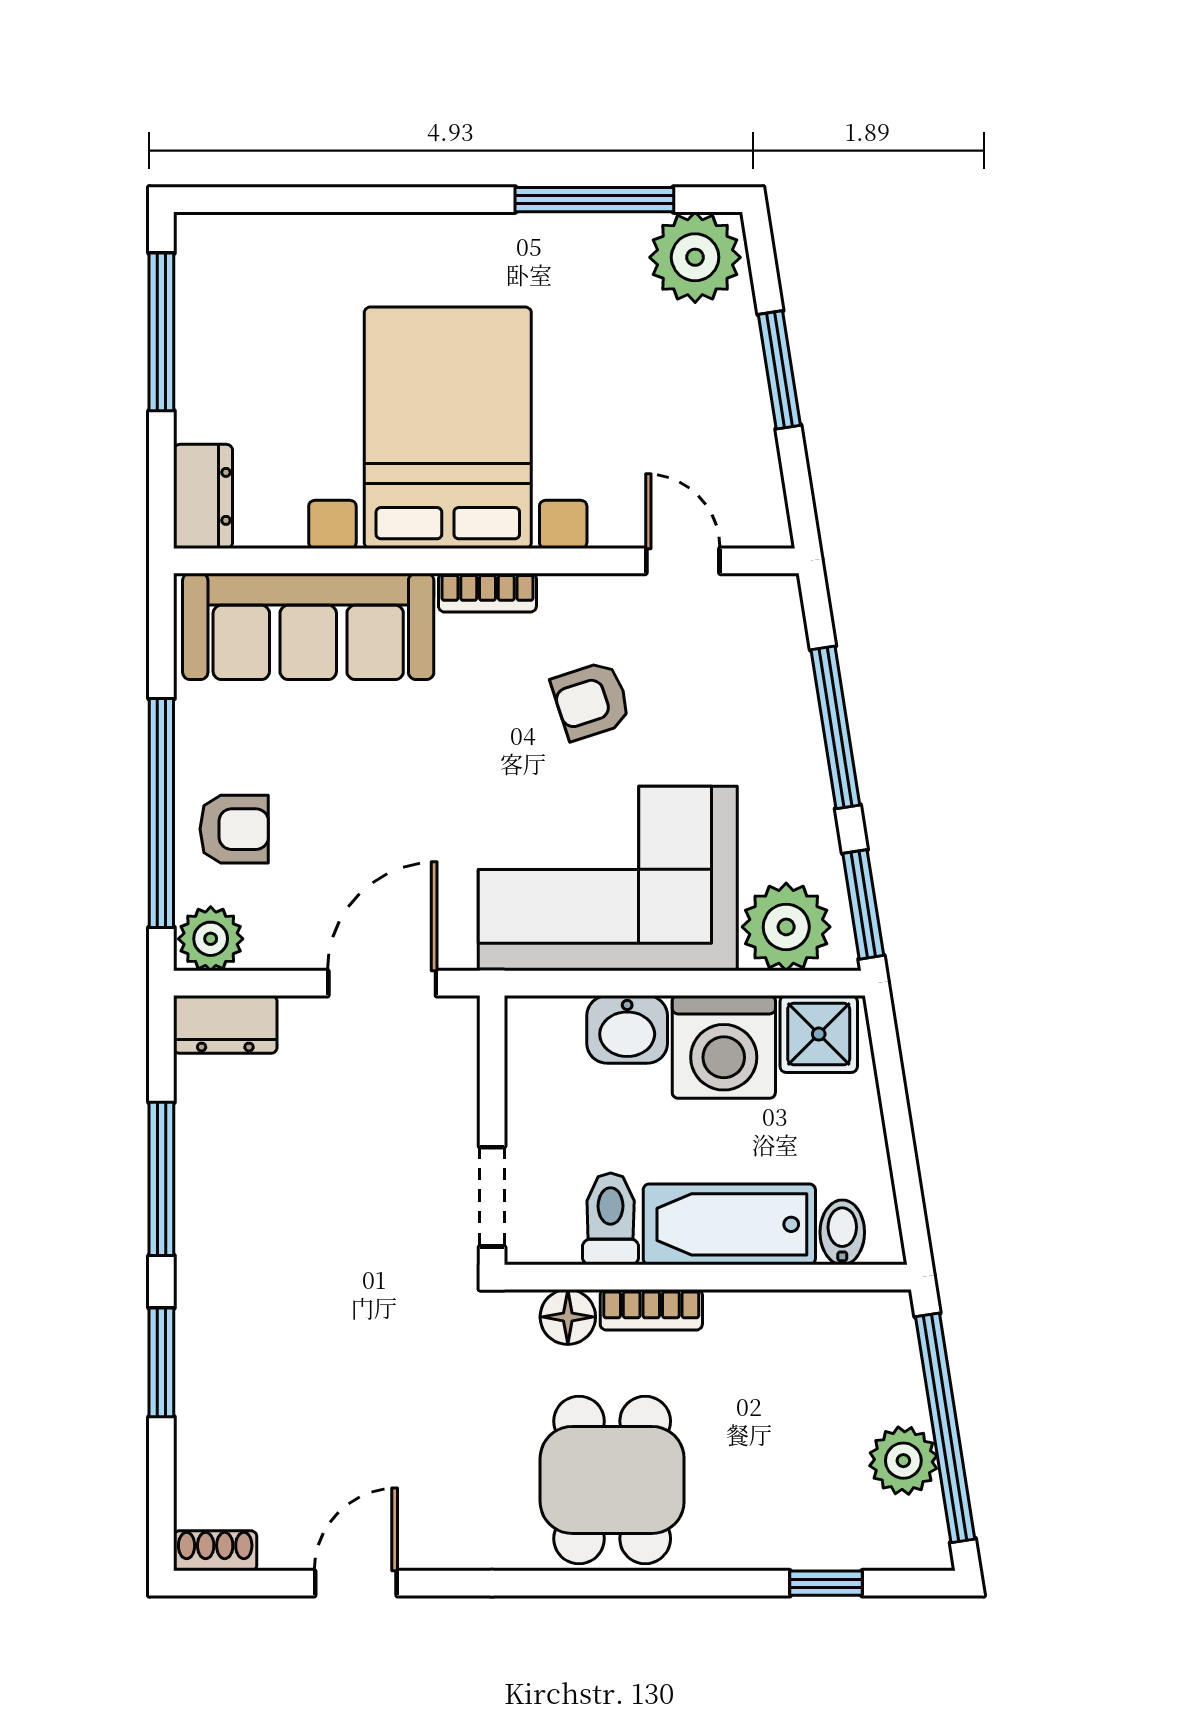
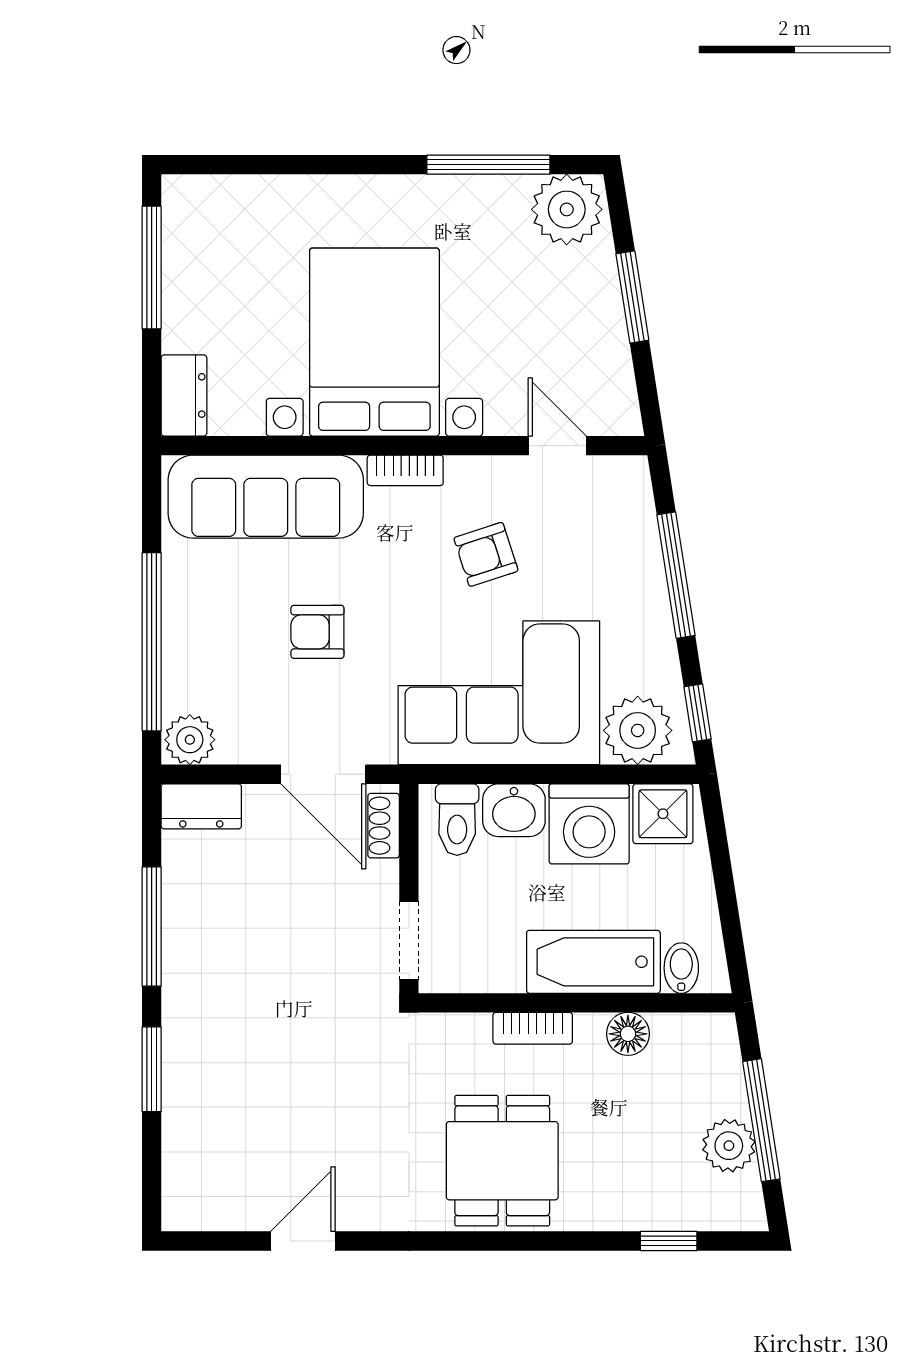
armchair: (234, 829) -> (317, 632), moved, turned 180
window: (863, 904) -> (698, 713), width x0.67
door: (382, 983) -> (323, 774), swing flipped
toilet: (611, 1219) -> (457, 820), moved, turned 180
floor lamp: (568, 1317) -> (628, 1034), moved
window: (945, 1428) -> (761, 1120), width x0.68
shoe rack: (215, 1551) -> (384, 826), moved, turned -90

